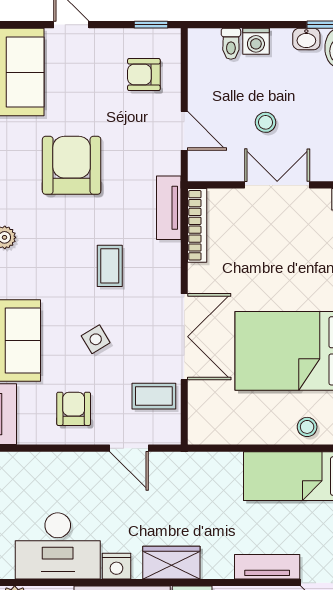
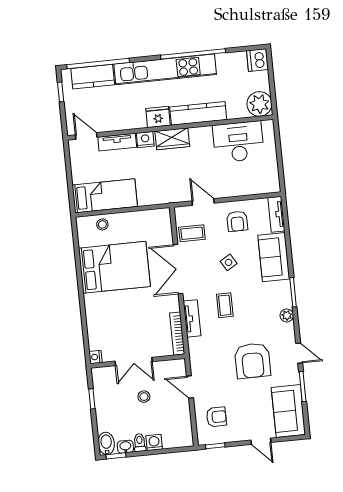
toilet: (231, 44) -> (140, 443), moved
tv unit: (169, 208) -> (192, 318), moved
nightstand: (116, 566) -> (145, 140), moved

